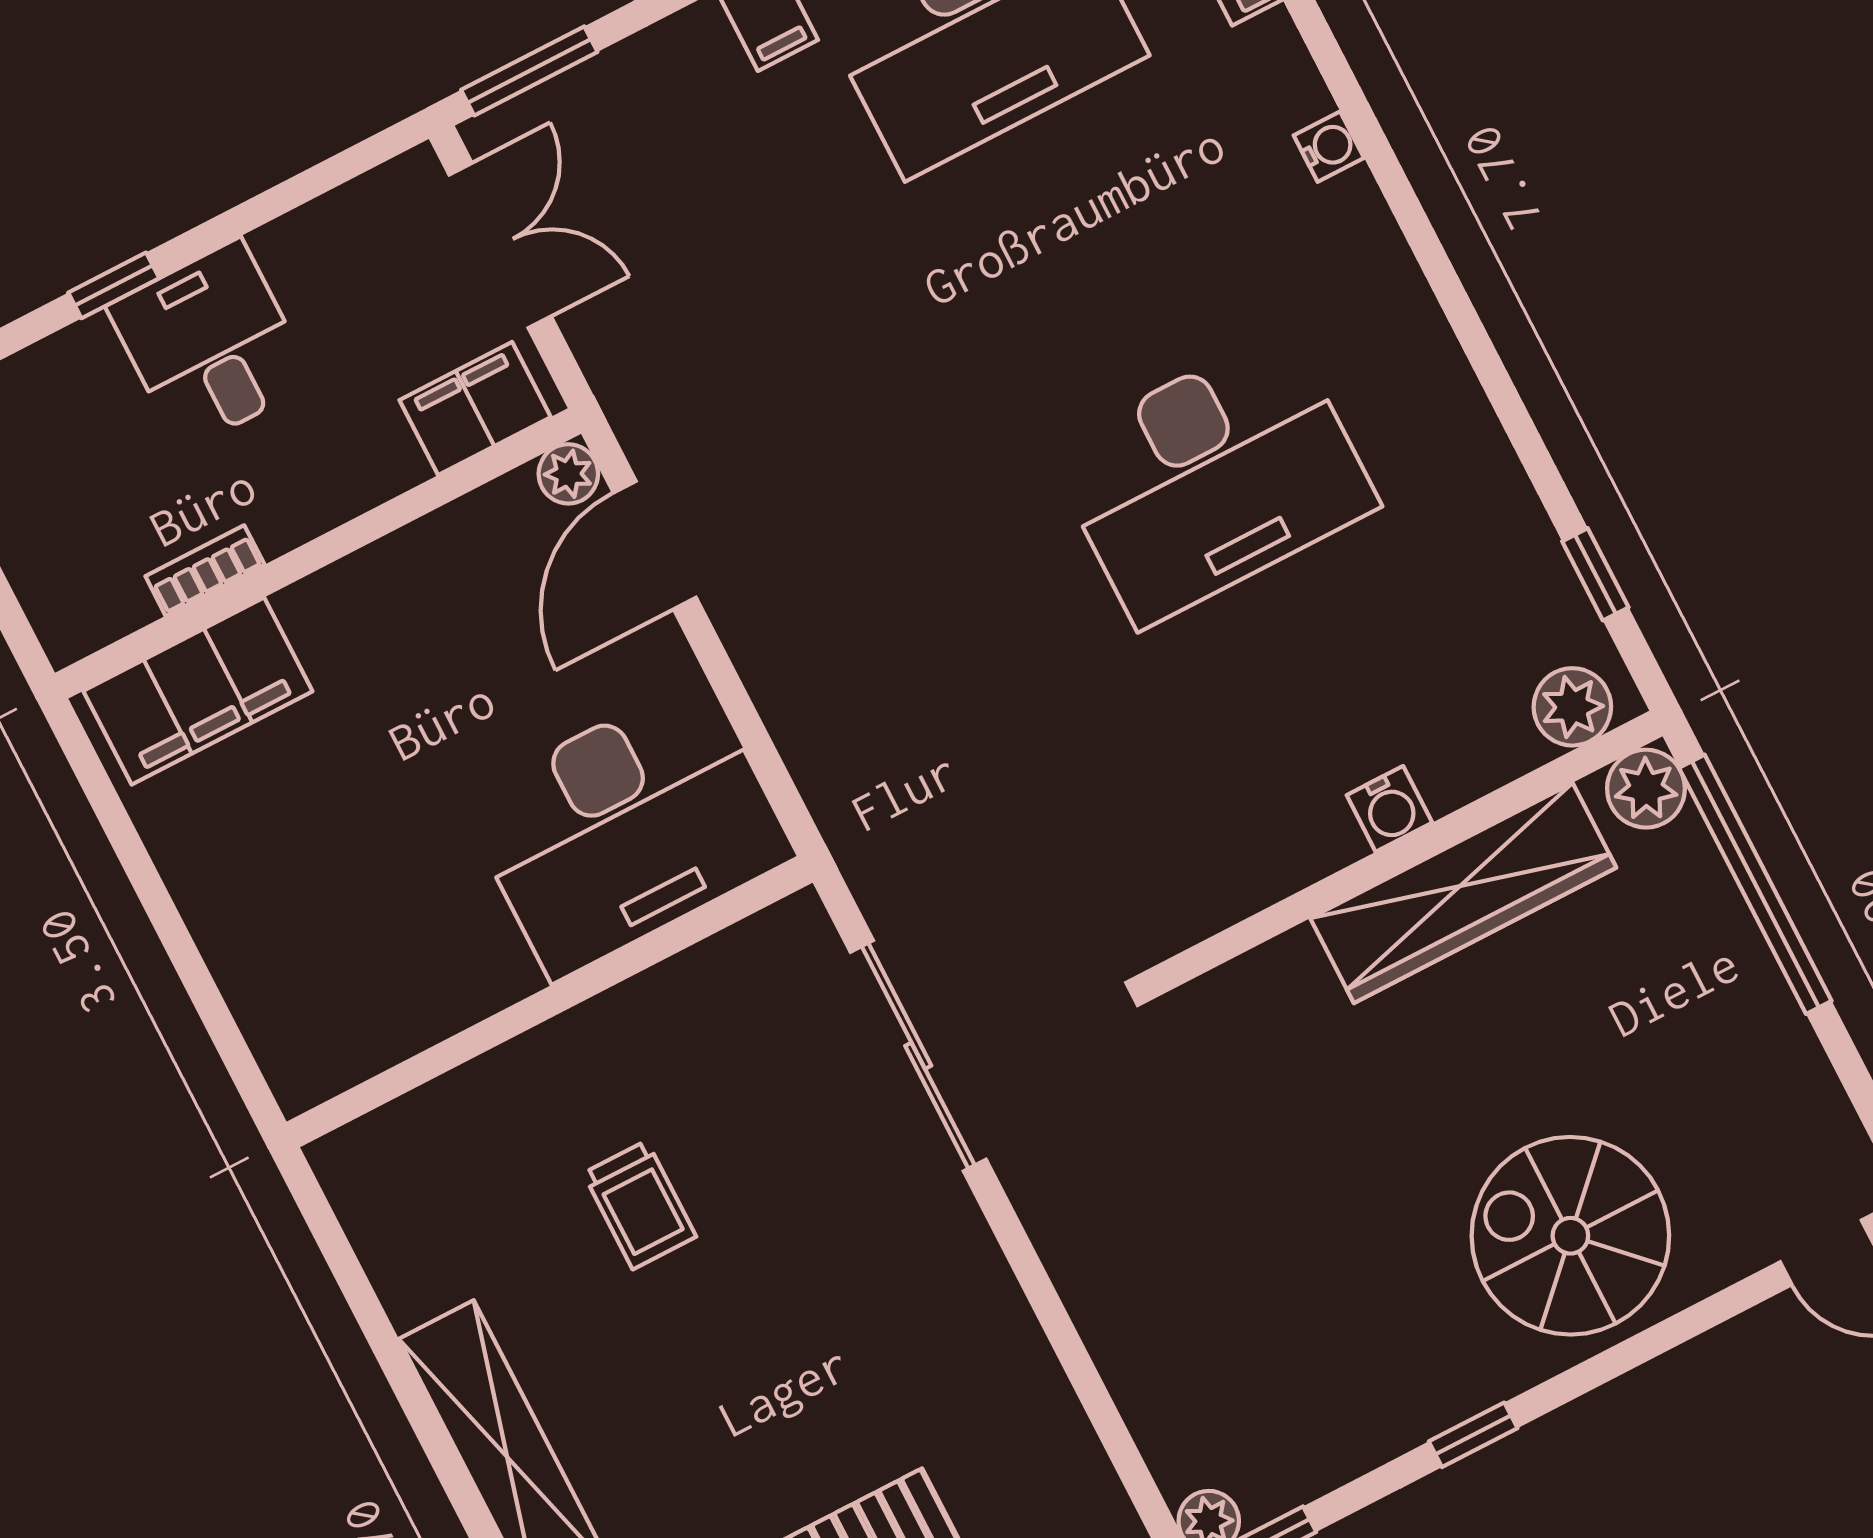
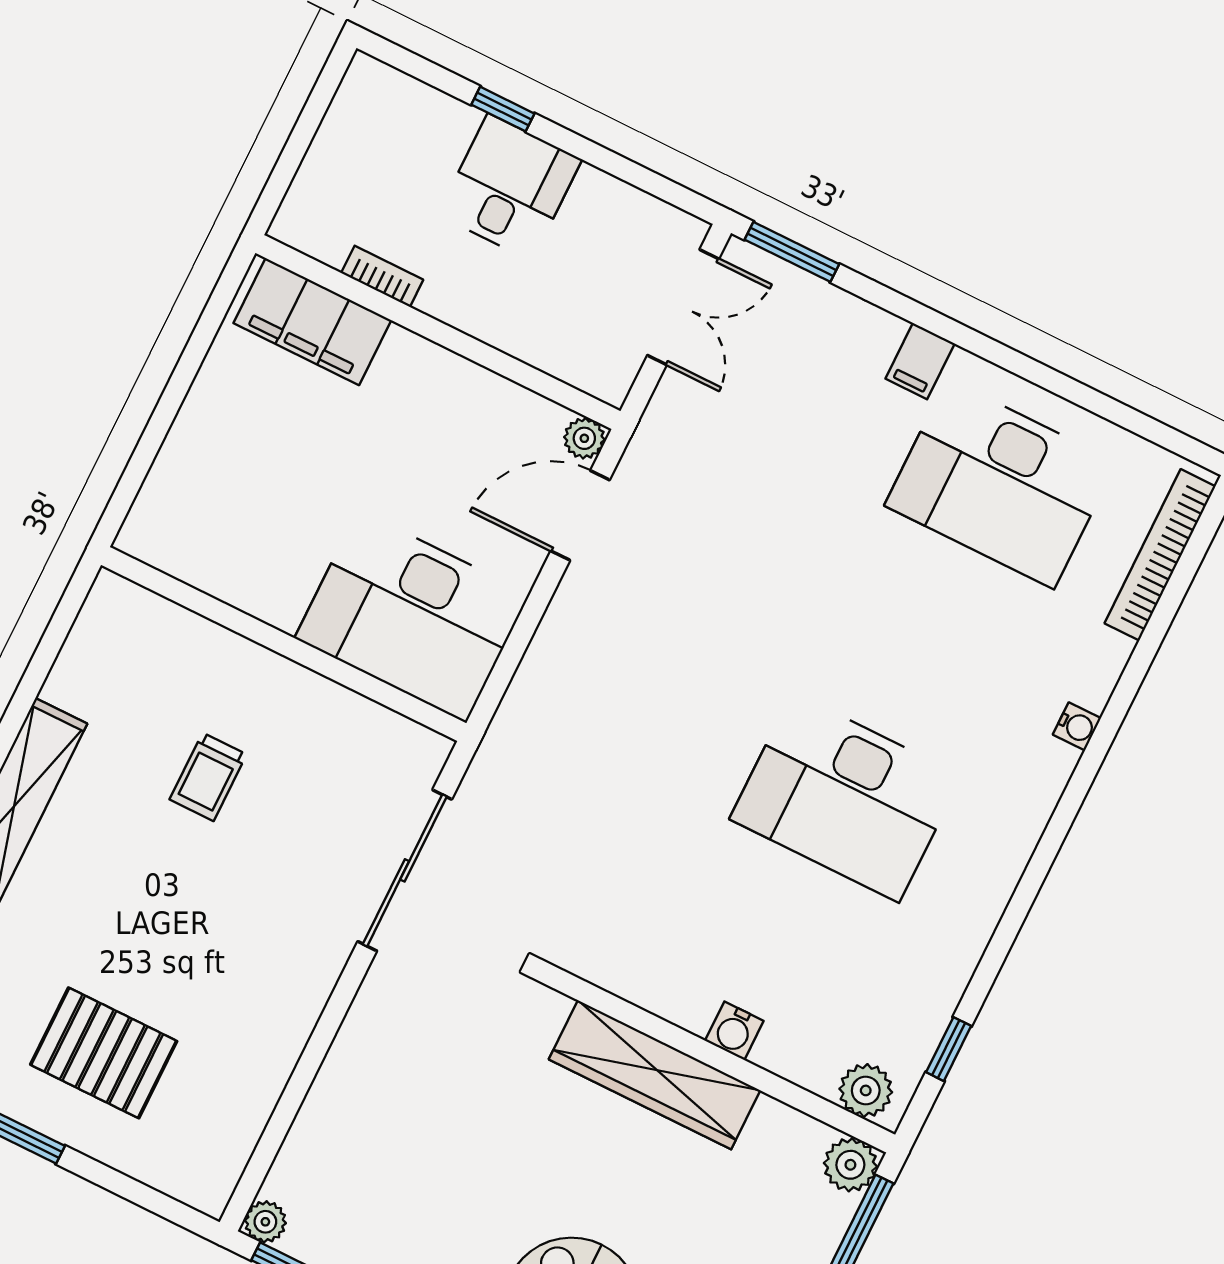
filing cabinet: (475, 409) -> (582, 360), removed
wardrobe: (1463, 893) -> (655, 1075), moved

